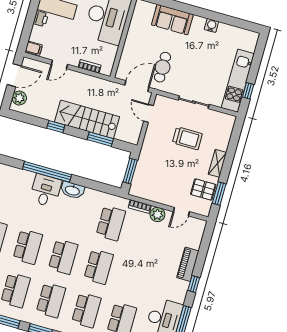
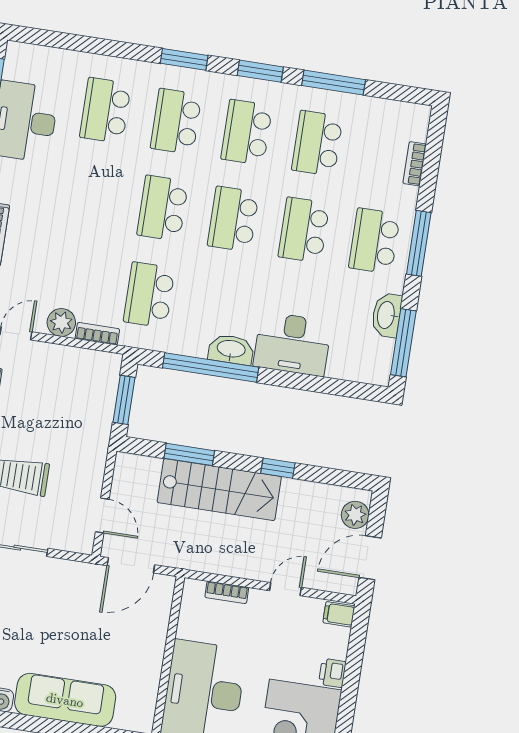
sofa: (172, 20) -> (65, 700), width x1.36
cafe table: (163, 67) -> (86, 608), removed
window: (47, 172) -> (211, 368), moved
desk: (46, 191) -> (292, 344), width x1.37

